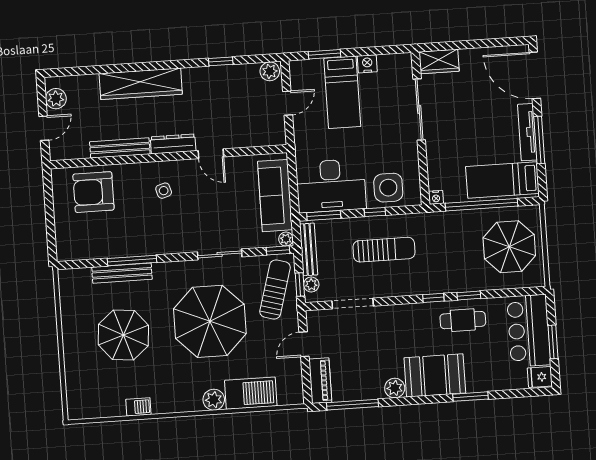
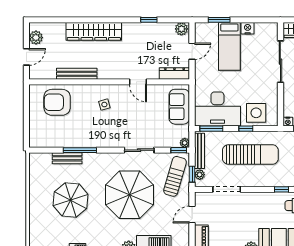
dresser: (173, 144) -> (174, 73), moved
sofa: (275, 196) -> (179, 107), width x0.73
sun lounger: (384, 250) -> (250, 155), width x1.36, depth x1.34
bench: (122, 273) -> (67, 158), width x0.73

